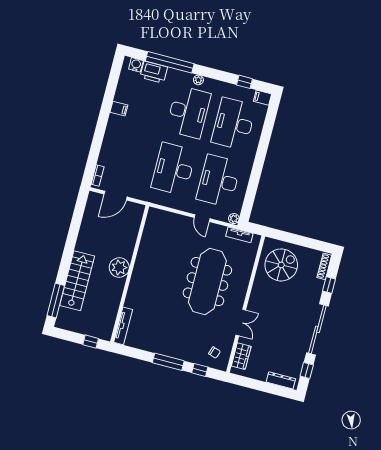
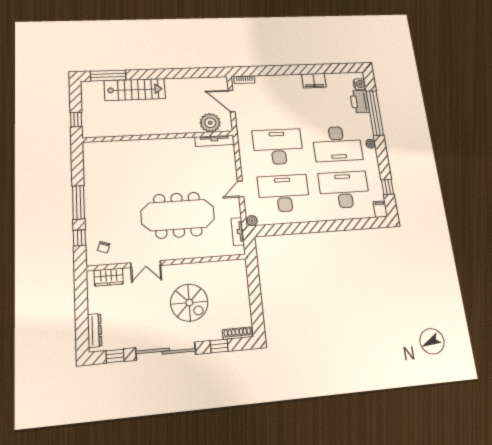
filing cabinet: (119, 109) -> (314, 81), width x2.00
spiral stairs: (281, 265) -> (189, 303), moved
plant: (119, 268) -> (210, 123), moved
tv unit: (123, 326) -> (214, 141), moved

